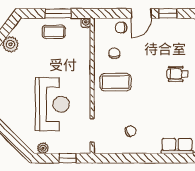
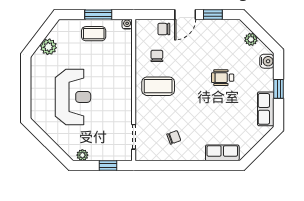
reception desk: (52, 104) -> (73, 97), moved

